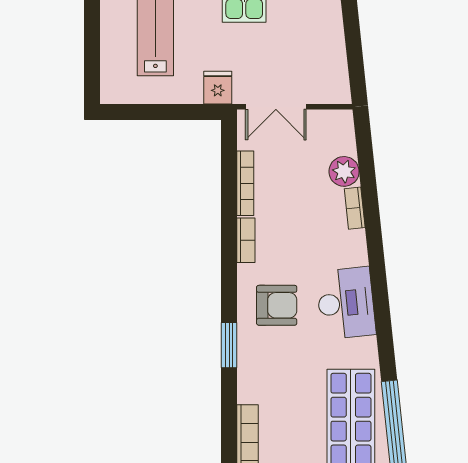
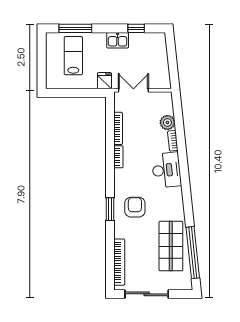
double door: (276, 107) -> (133, 90), swing flipped
desk: (346, 303) -> (166, 170), moved
armchair: (277, 305) -> (135, 207), moved, turned -90

